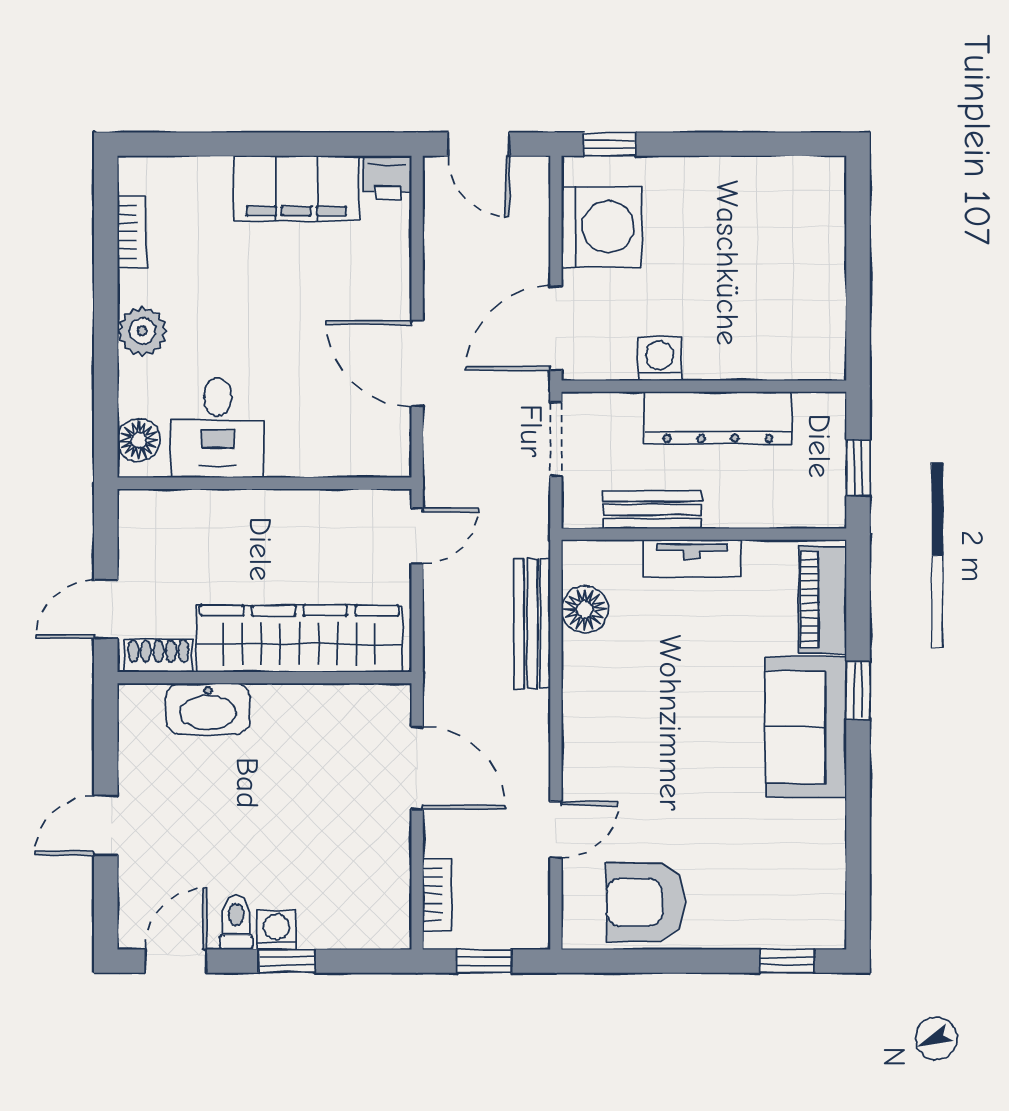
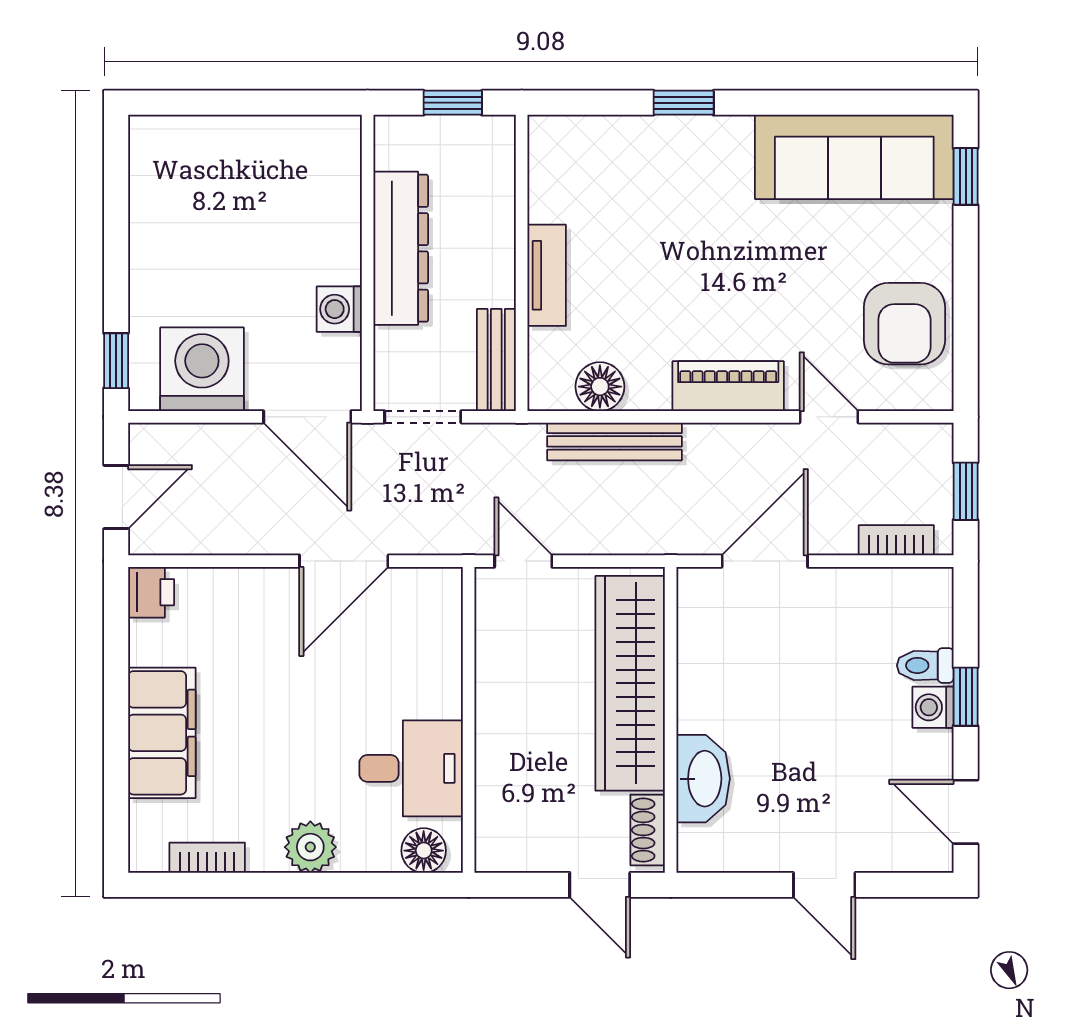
filing cabinet: (296, 188) -> (162, 733), moved
bench: (652, 510) -> (496, 360), moved
piano: (822, 600) -> (728, 386), moved, turned 180
sofa: (806, 727) -> (854, 157), moved, width x1.36
toilet: (236, 922) -> (925, 665), moved

